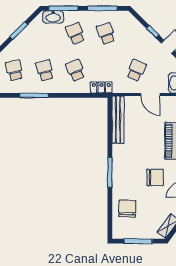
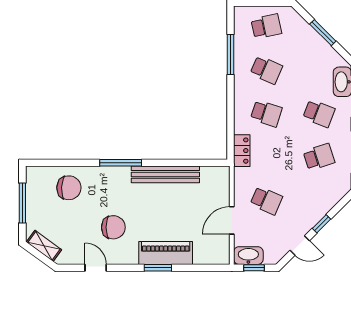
school desk: (75, 33) -> (319, 113), turned 42
school desk: (45, 70) -> (266, 70), turned 39
school desk: (75, 70) -> (266, 113), turned 39
bench: (118, 120) -> (165, 174), moved
chair: (155, 177) -> (113, 227), turned -90

